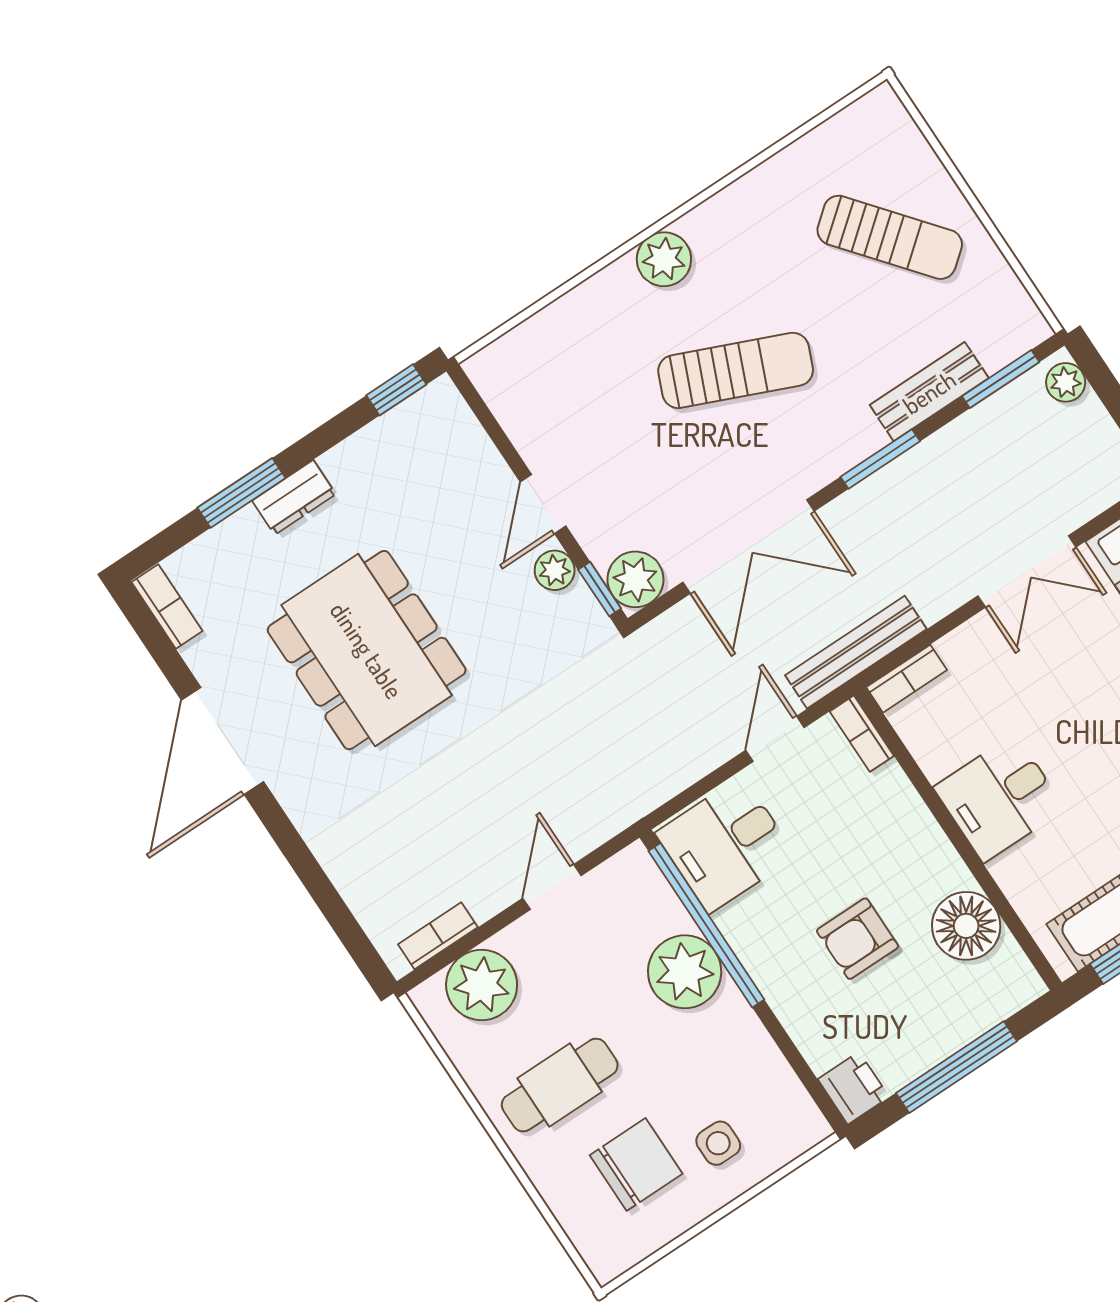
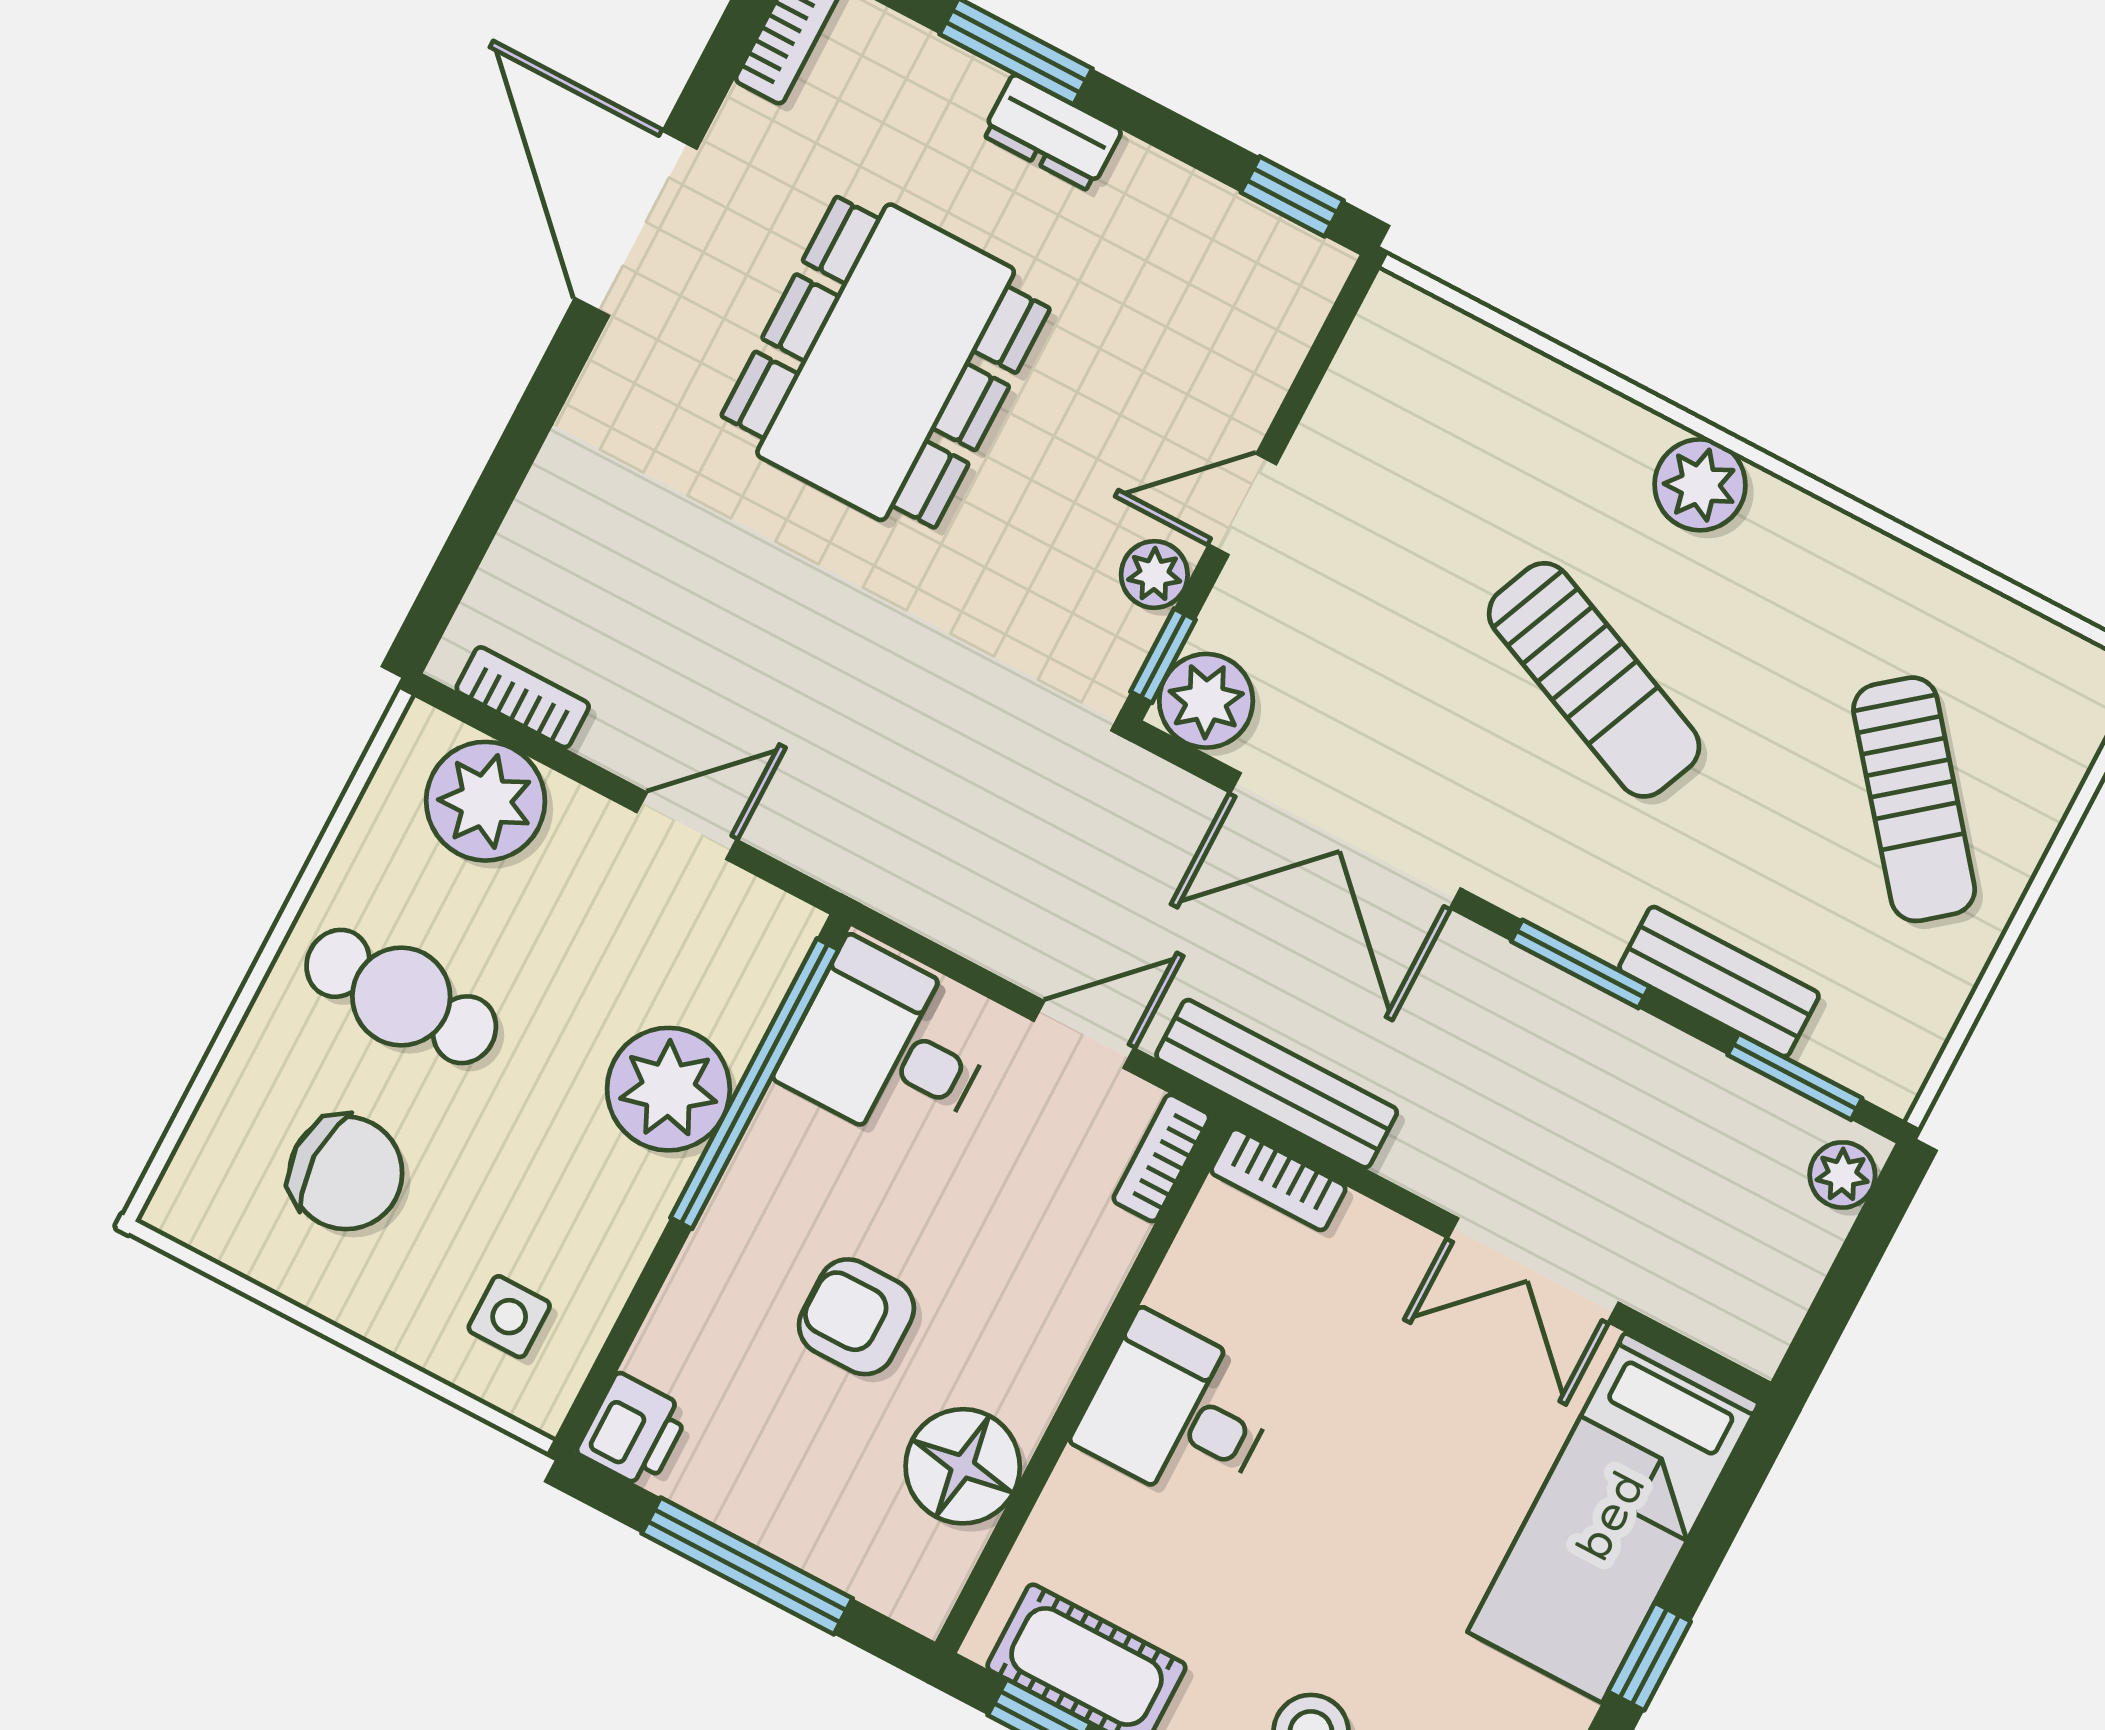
door: (222, 741) -> (636, 223), hinge flipped
side table: (718, 1143) -> (509, 1317), moved

